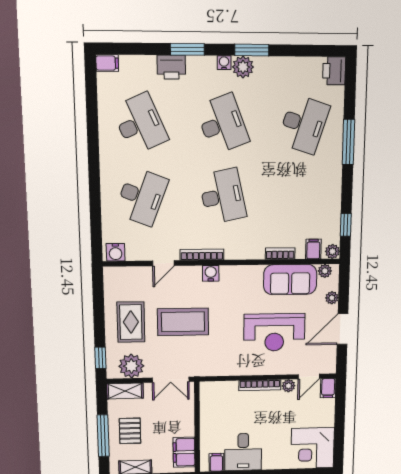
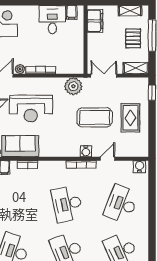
water cooler: (211, 273) -> (86, 151), moved
reception desk: (274, 332) -> (31, 109), turned 180
plant: (131, 366) -> (73, 86), moved

